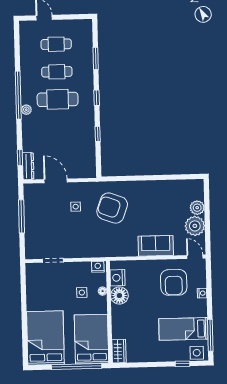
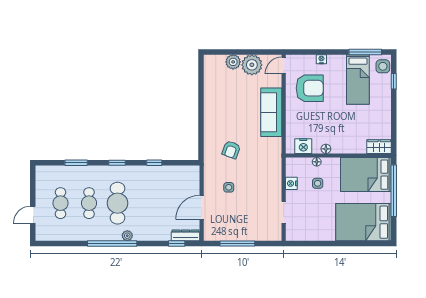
armchair: (112, 208) -> (231, 150), width x0.53, depth x0.53
sofa: (156, 246) -> (271, 112), width x1.36
nightstand: (98, 267) -> (291, 183), moved
floor lamp: (119, 296) -> (326, 149), width x0.53, depth x0.53

